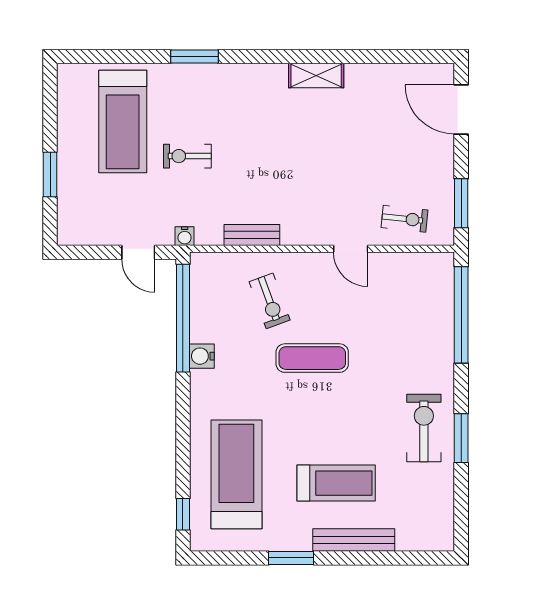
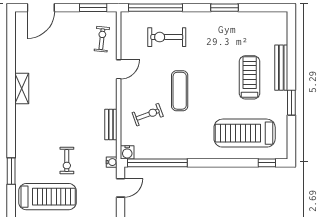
window: (195, 56) -> (11, 171), moved
water cooler: (202, 356) -> (127, 152), moved
exercise bike: (424, 428) -> (167, 37), moved

